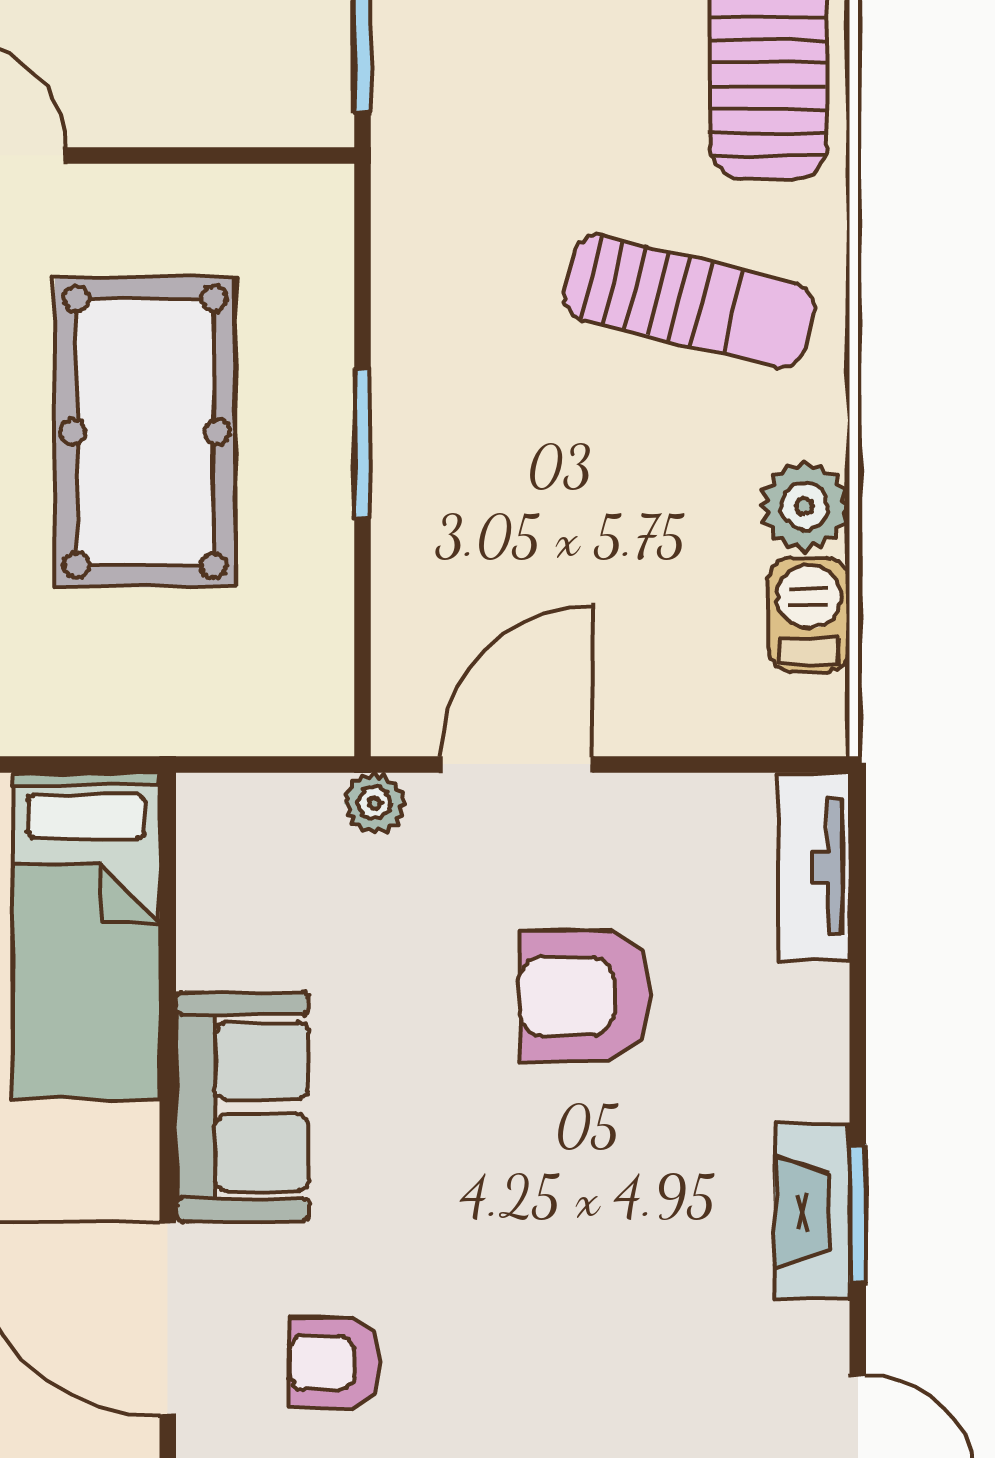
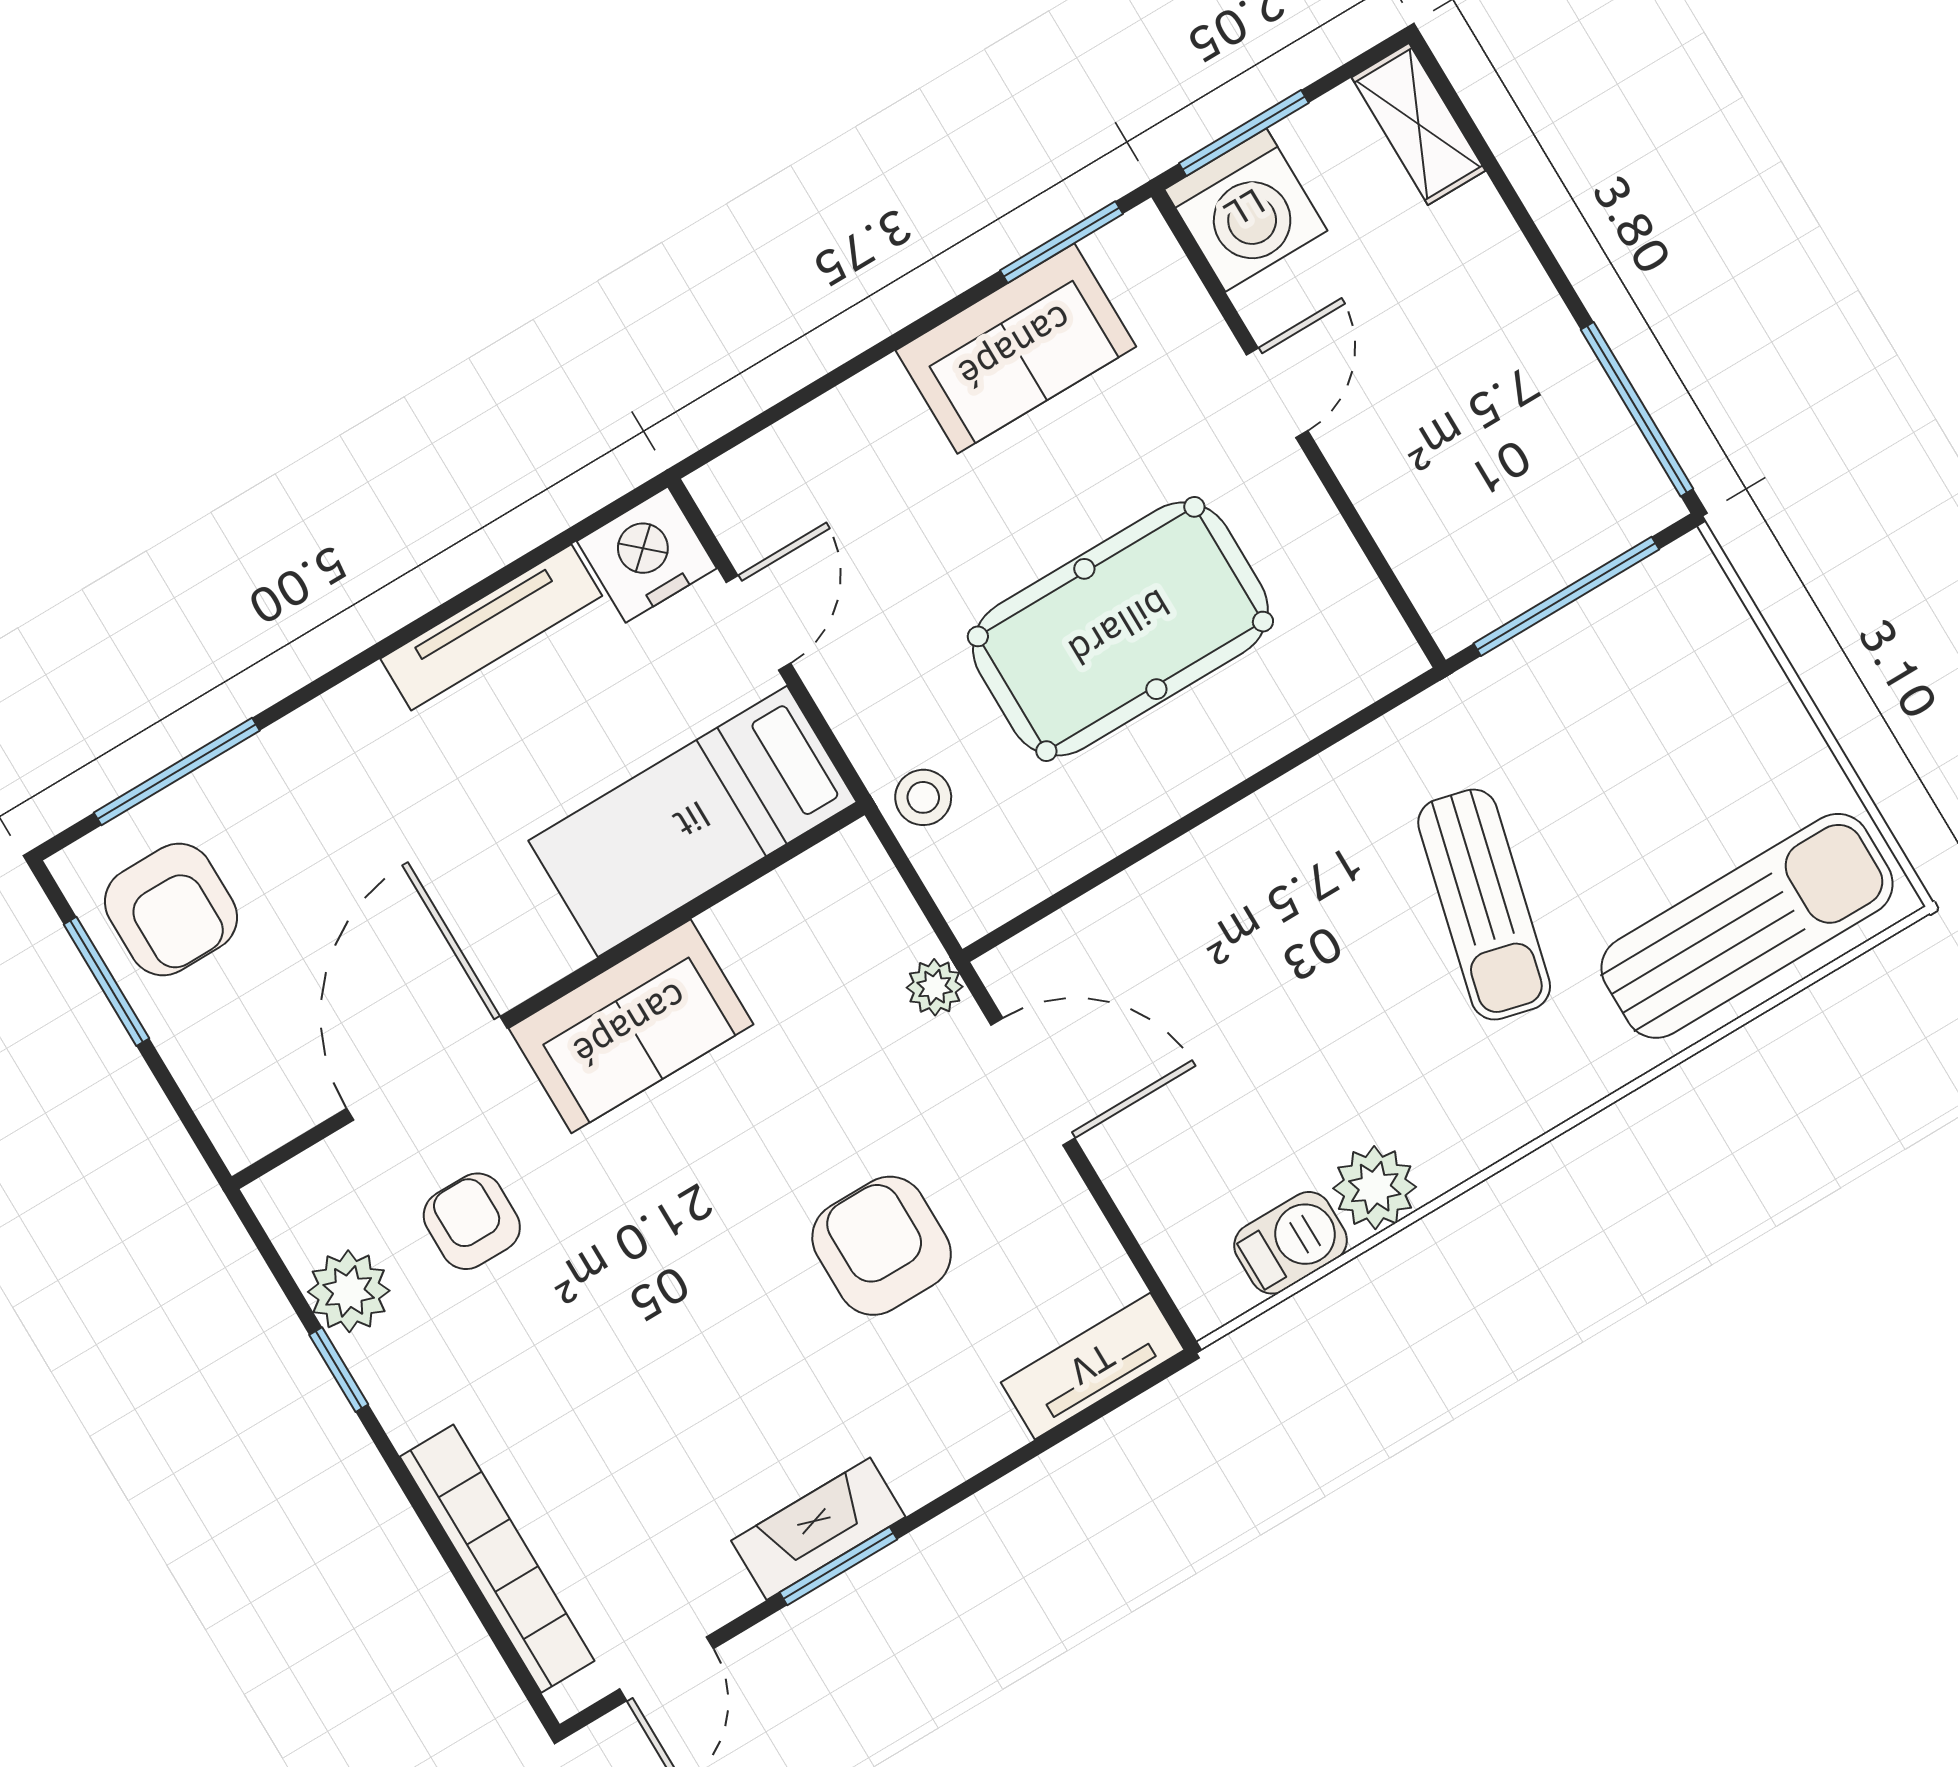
sun lounger: (689, 301) -> (1484, 905), moved
window: (363, 443) -> (1215, 807), removed
stool: (192, 708) -> (923, 797), added

